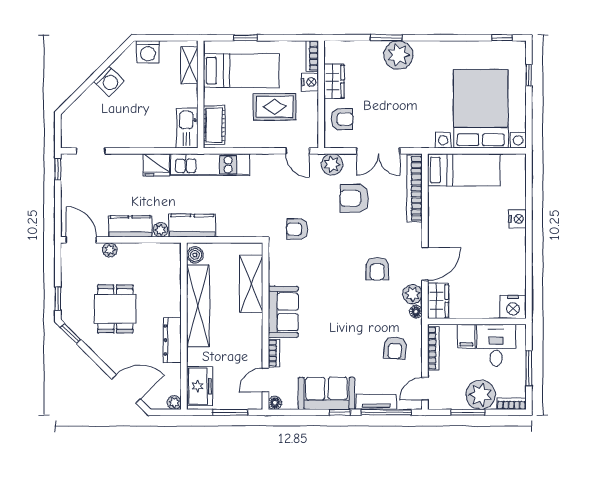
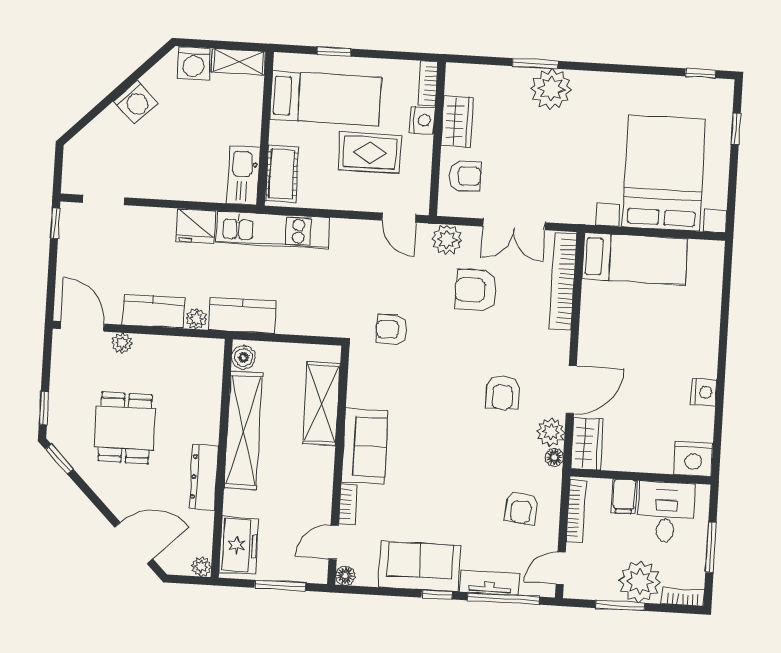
shelving: (189, 65) -> (239, 62), moved, turned 90
nightstand: (517, 219) -> (704, 392), moved

